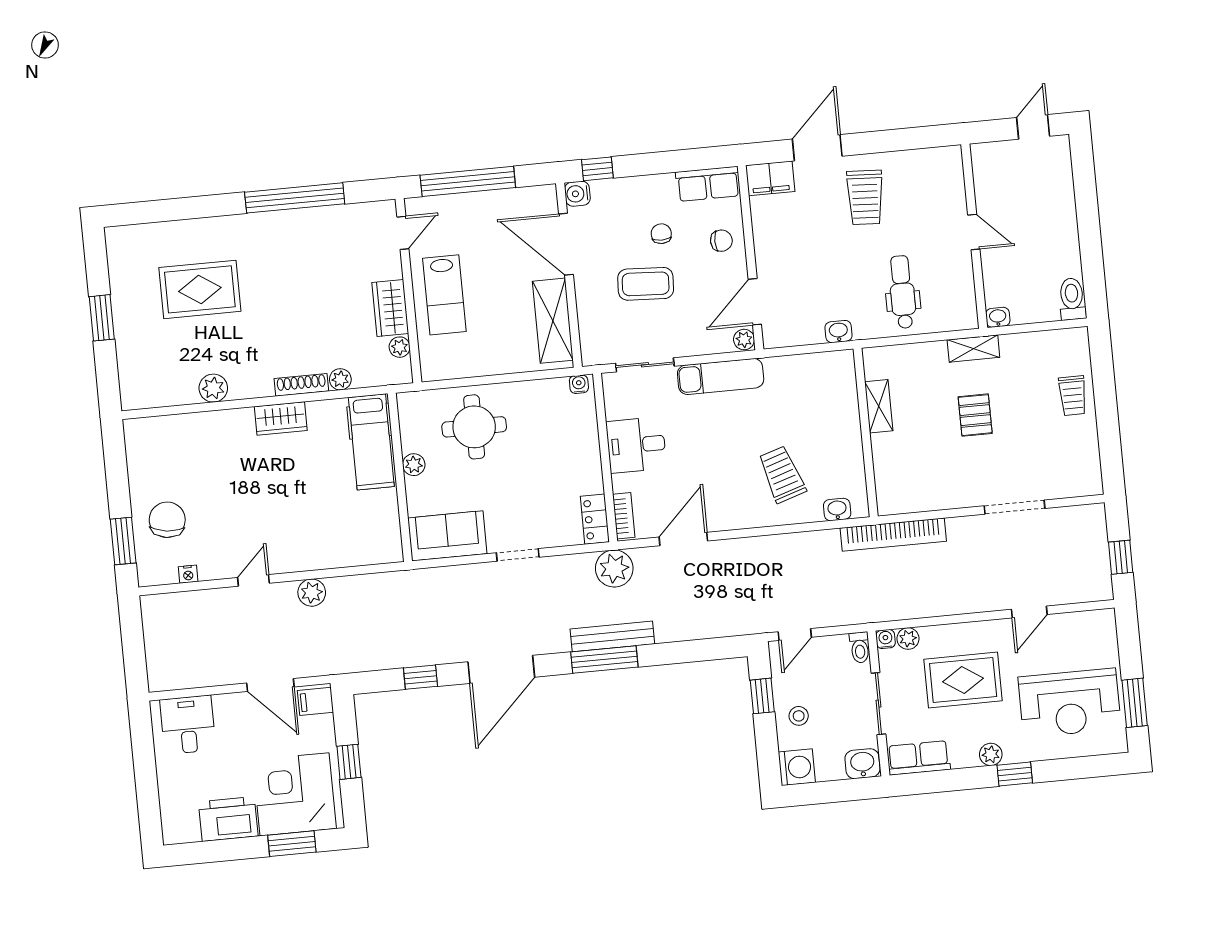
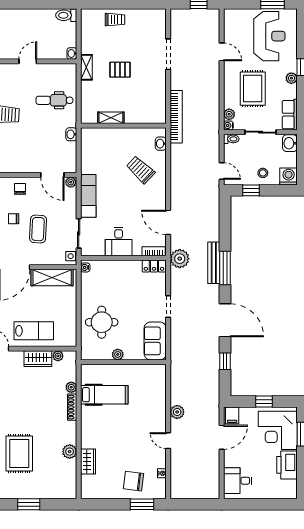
side table: (598, 353) -> (71, 256), added
wardrobe: (281, 418) -> (88, 462), moved
hospital bed: (371, 442) -> (104, 395), moved
trolley: (782, 474) -> (141, 170), turned 61

